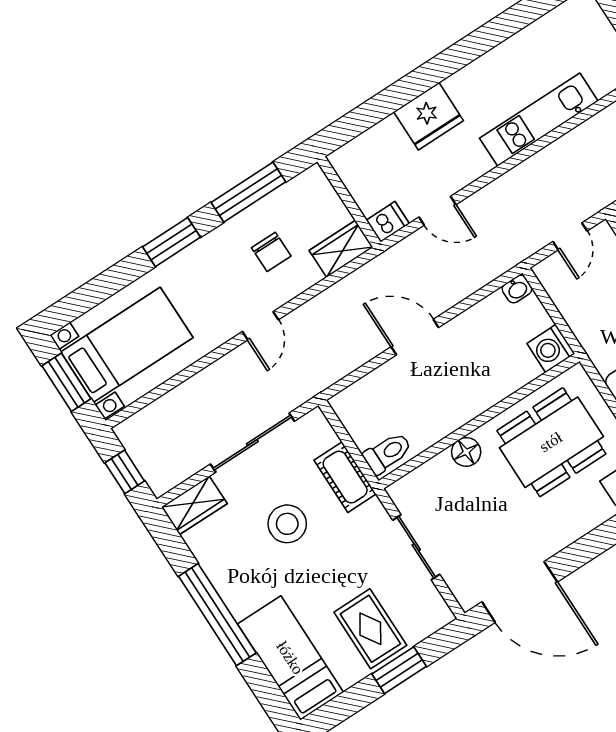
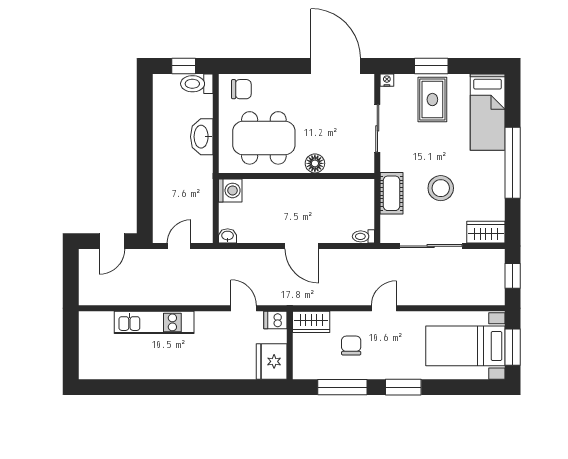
fridge: (429, 116) -> (272, 361), moved, turned -90
toilet: (387, 453) -> (363, 236), moved, width x0.73, depth x0.72
nightstand: (444, 616) -> (387, 80), added

